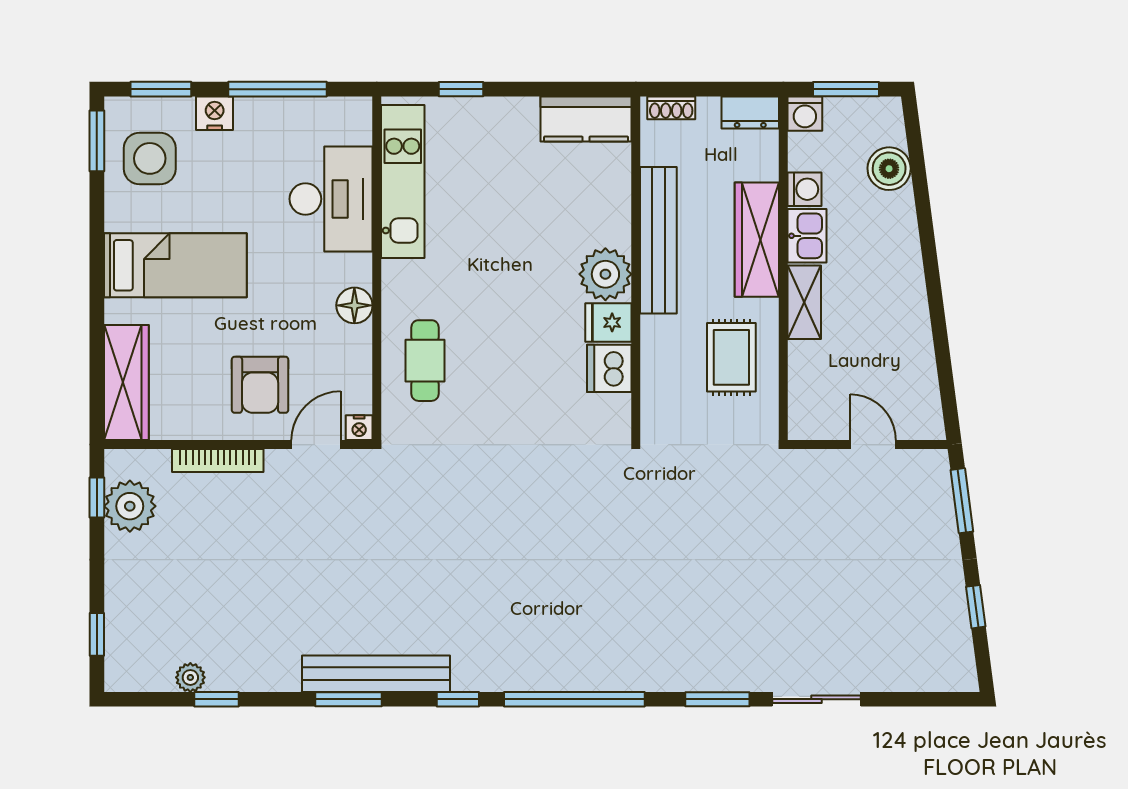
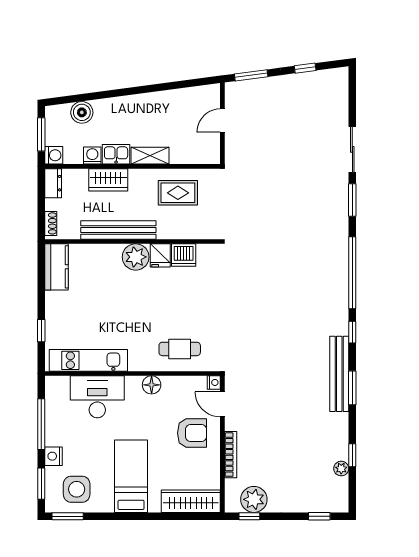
wardrobe: (757, 240) -> (108, 180), width x0.67

